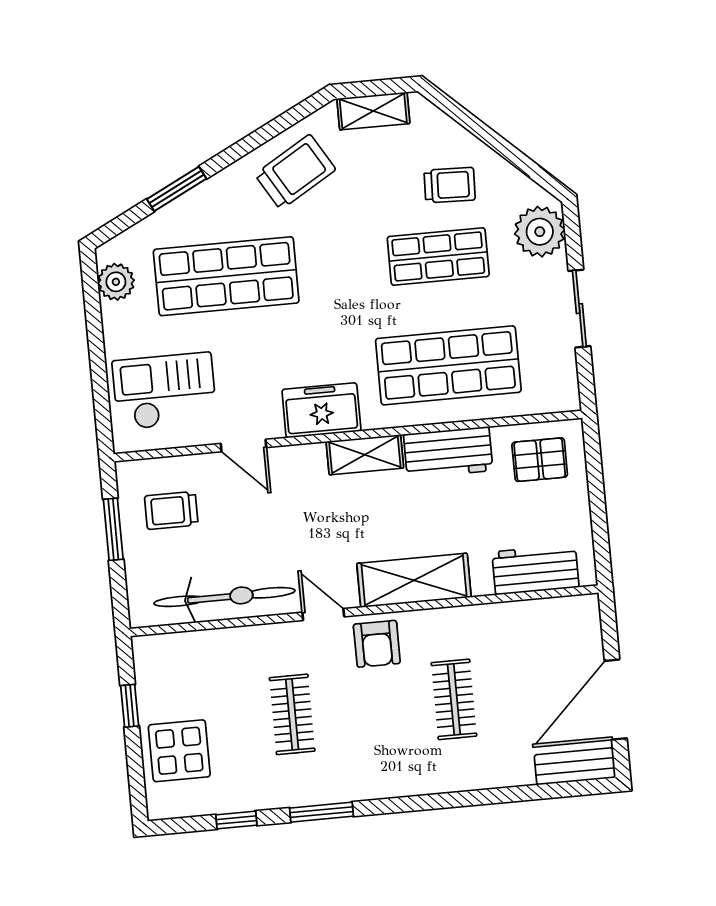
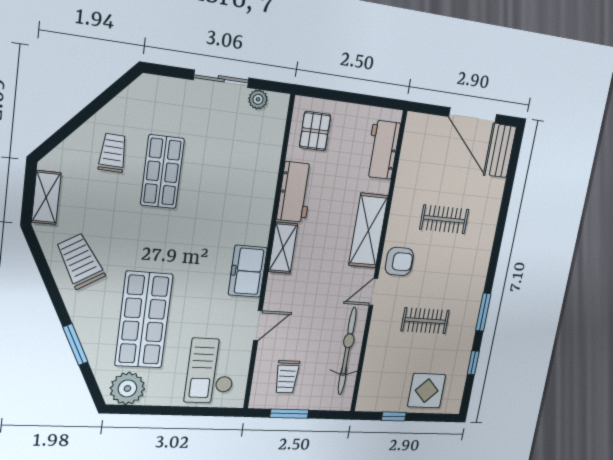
plant: (540, 232) -> (258, 99), moved, width x0.53, depth x0.53
plant: (116, 282) -> (127, 388), width x1.36, depth x1.36
shop shelf: (448, 365) -> (238, 180), removed

